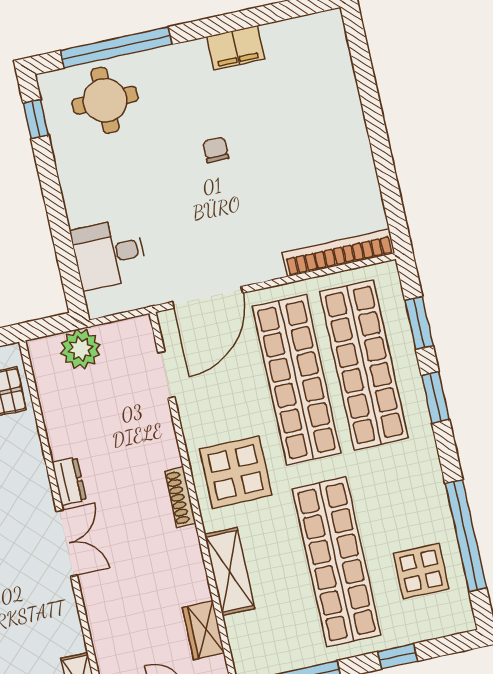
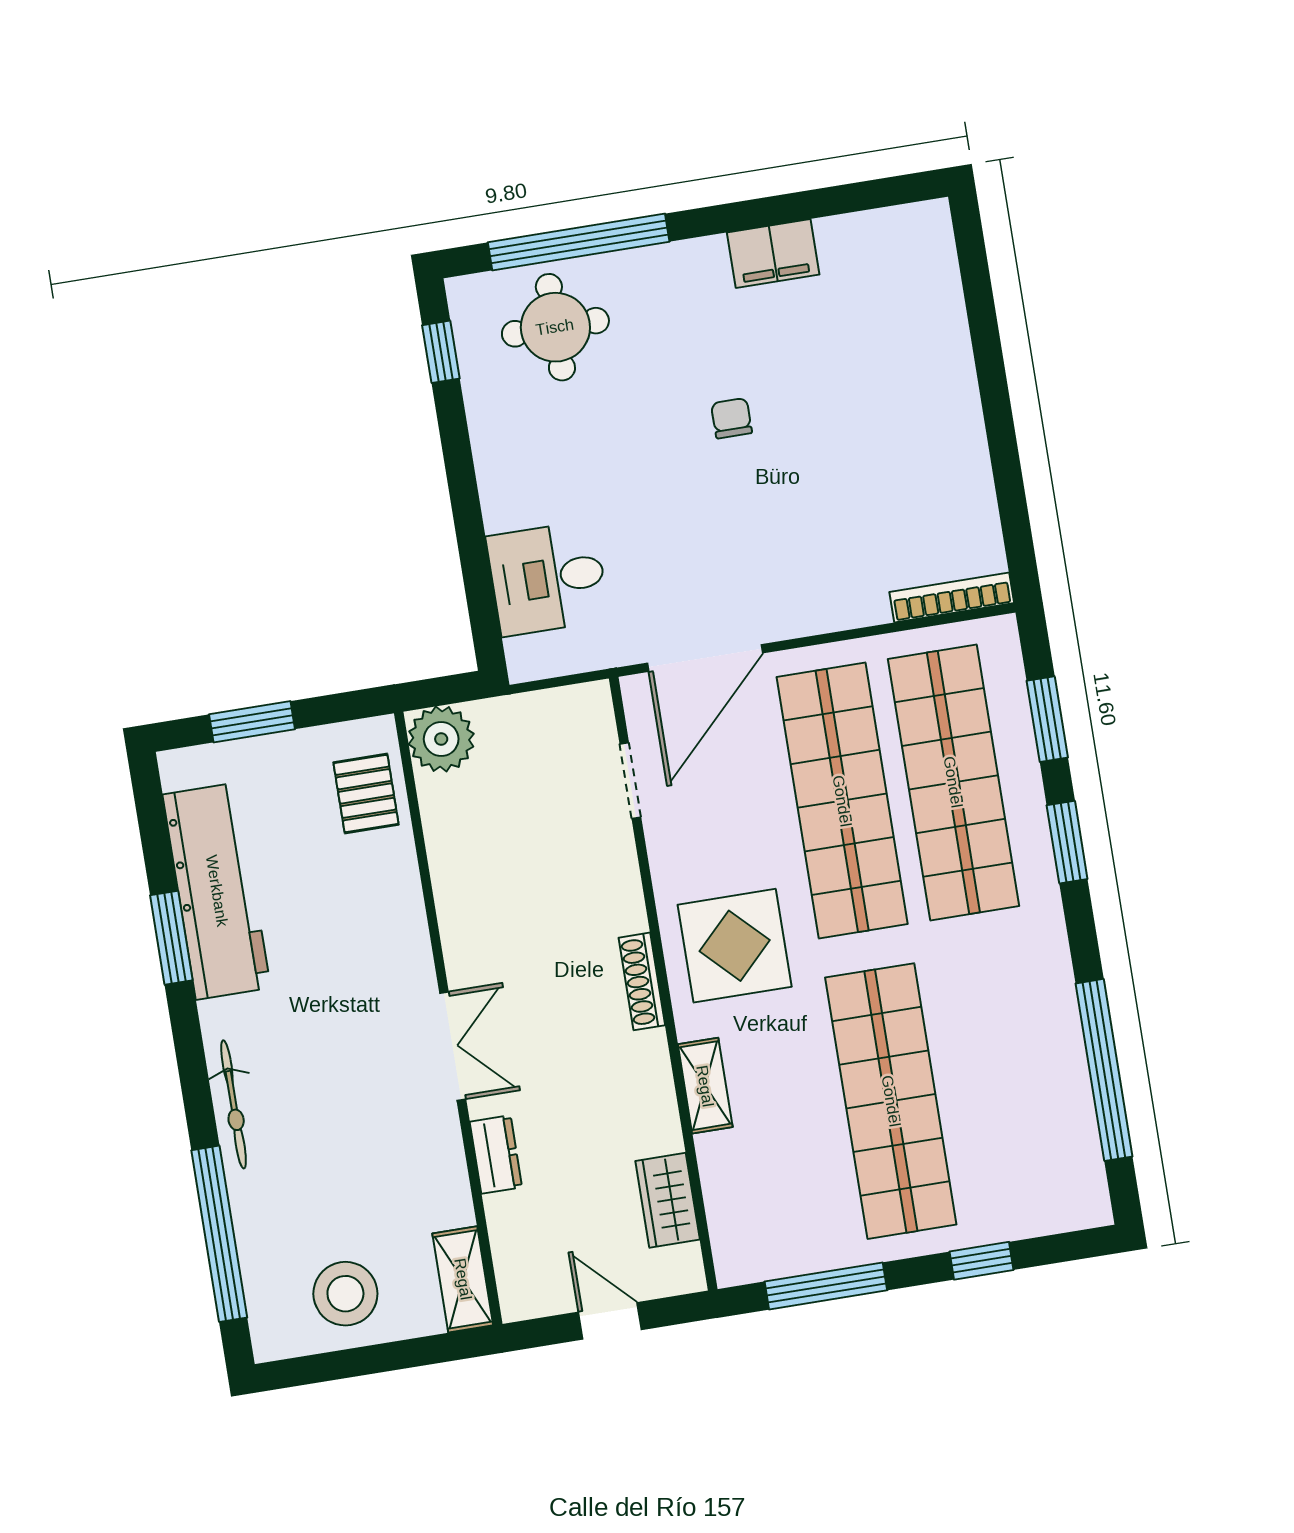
bookcase: (338, 253) -> (952, 598), width x0.68, depth x0.76
plant: (81, 349) -> (441, 739), moved
dresser: (69, 481) -> (496, 1154), moved
shelving: (230, 571) -> (705, 1086), width x0.67, depth x0.75
display table: (421, 571) -> (1028, 1124), removed

